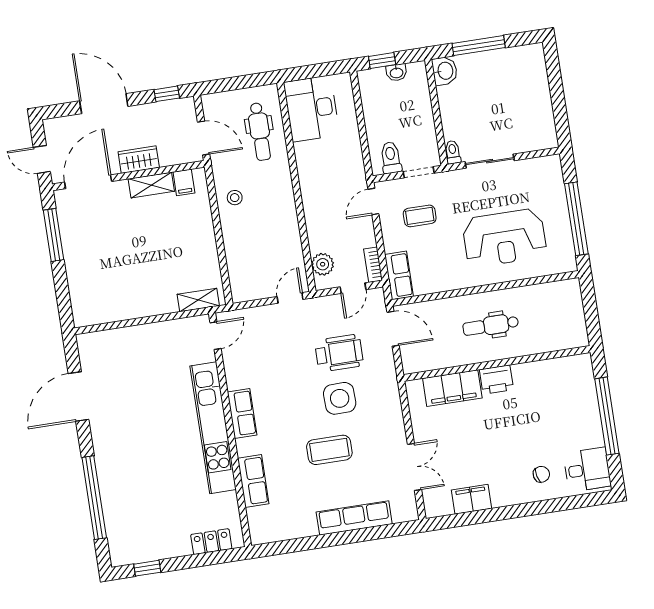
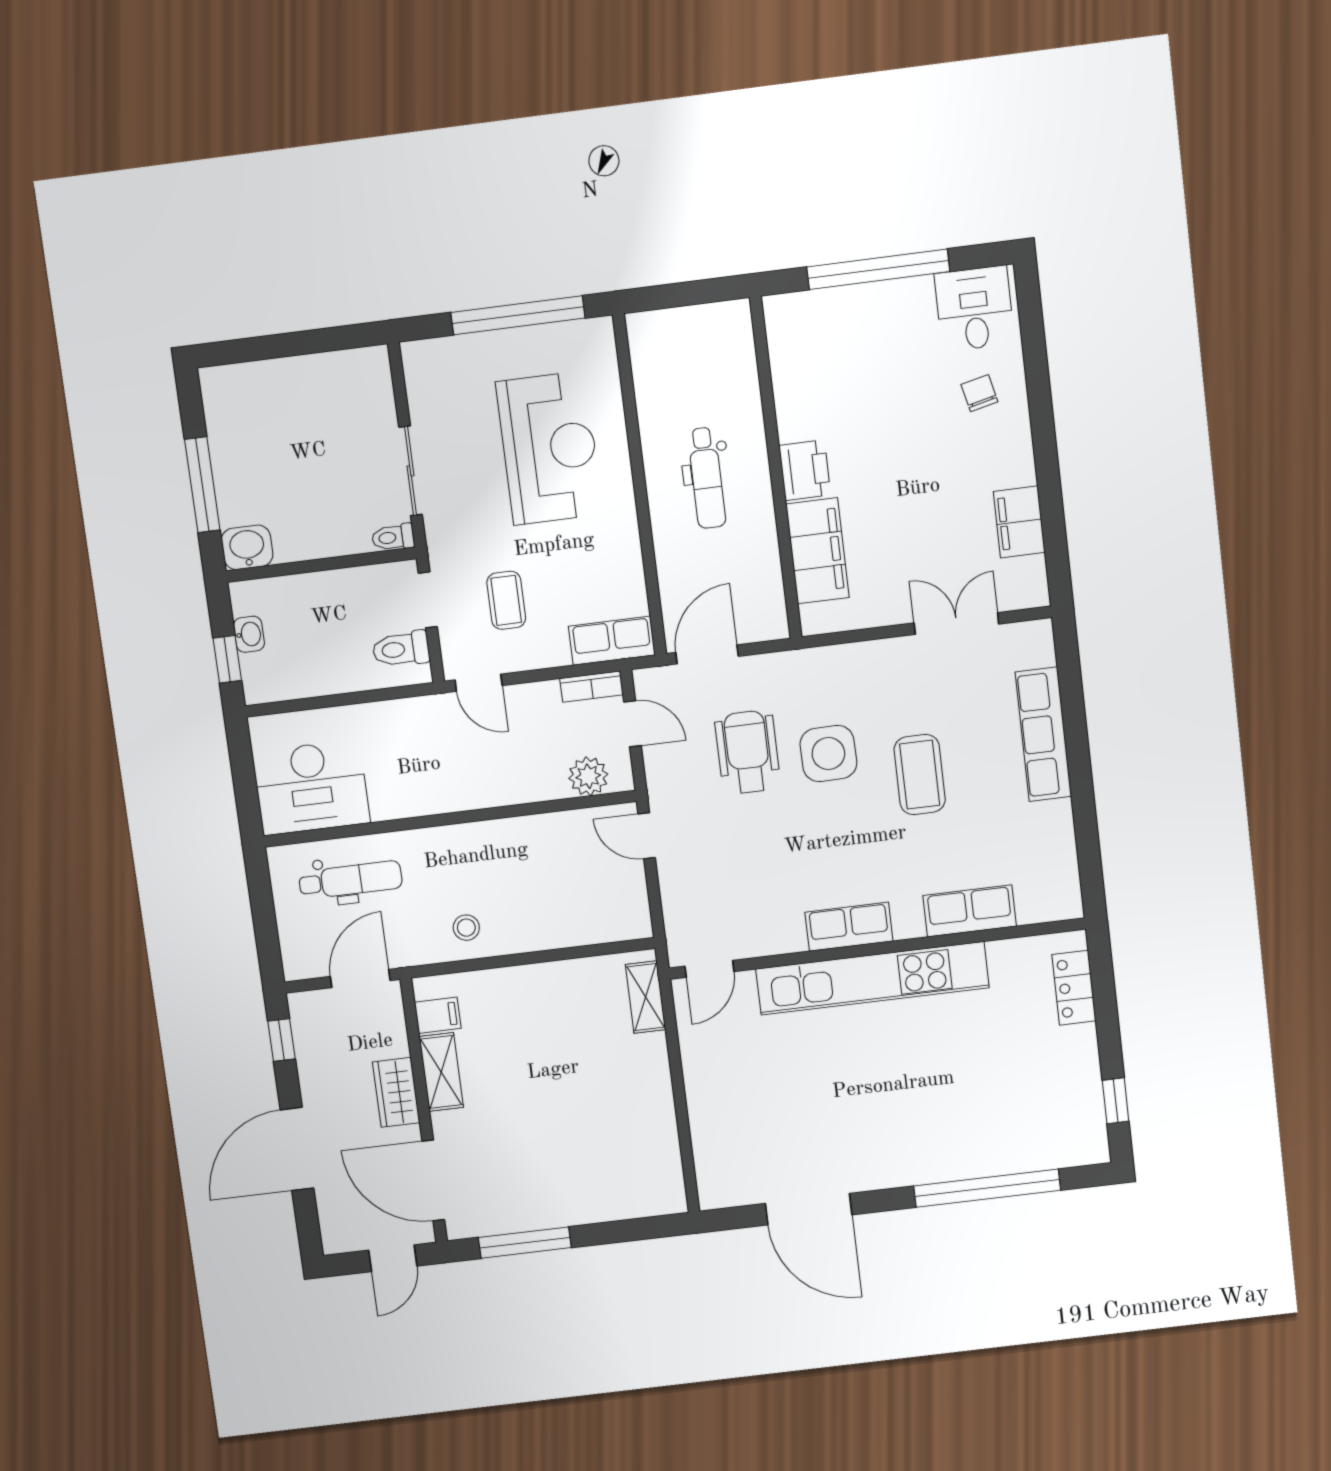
door: (215, 336) -> (709, 969), swing flipped

